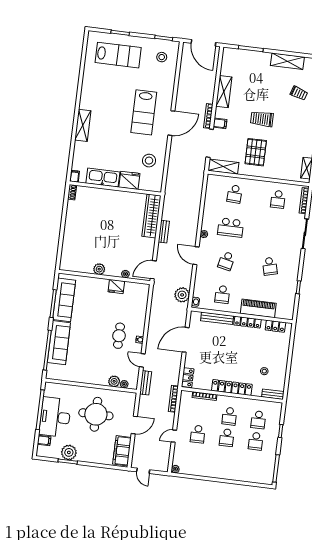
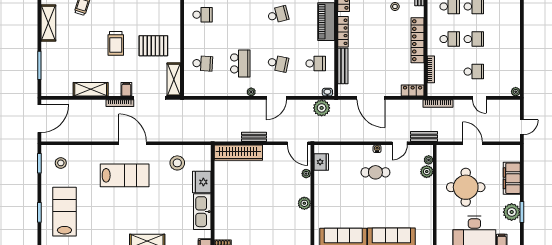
fridge: (116, 286) -> (321, 162), moved
filing cabinet: (122, 451) -> (512, 178), moved, turned 90

